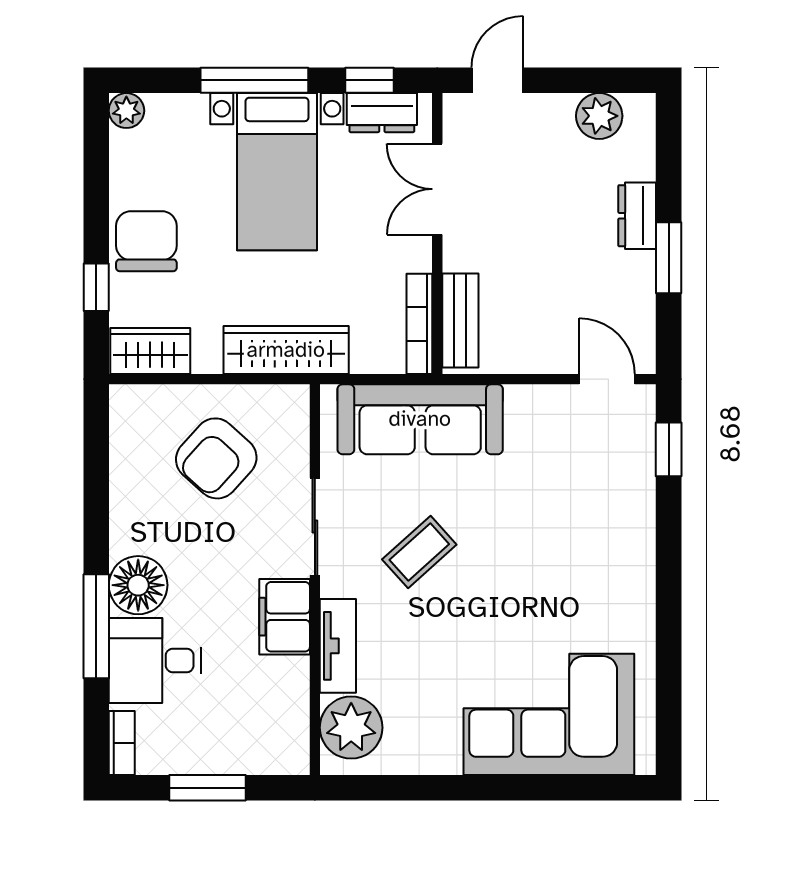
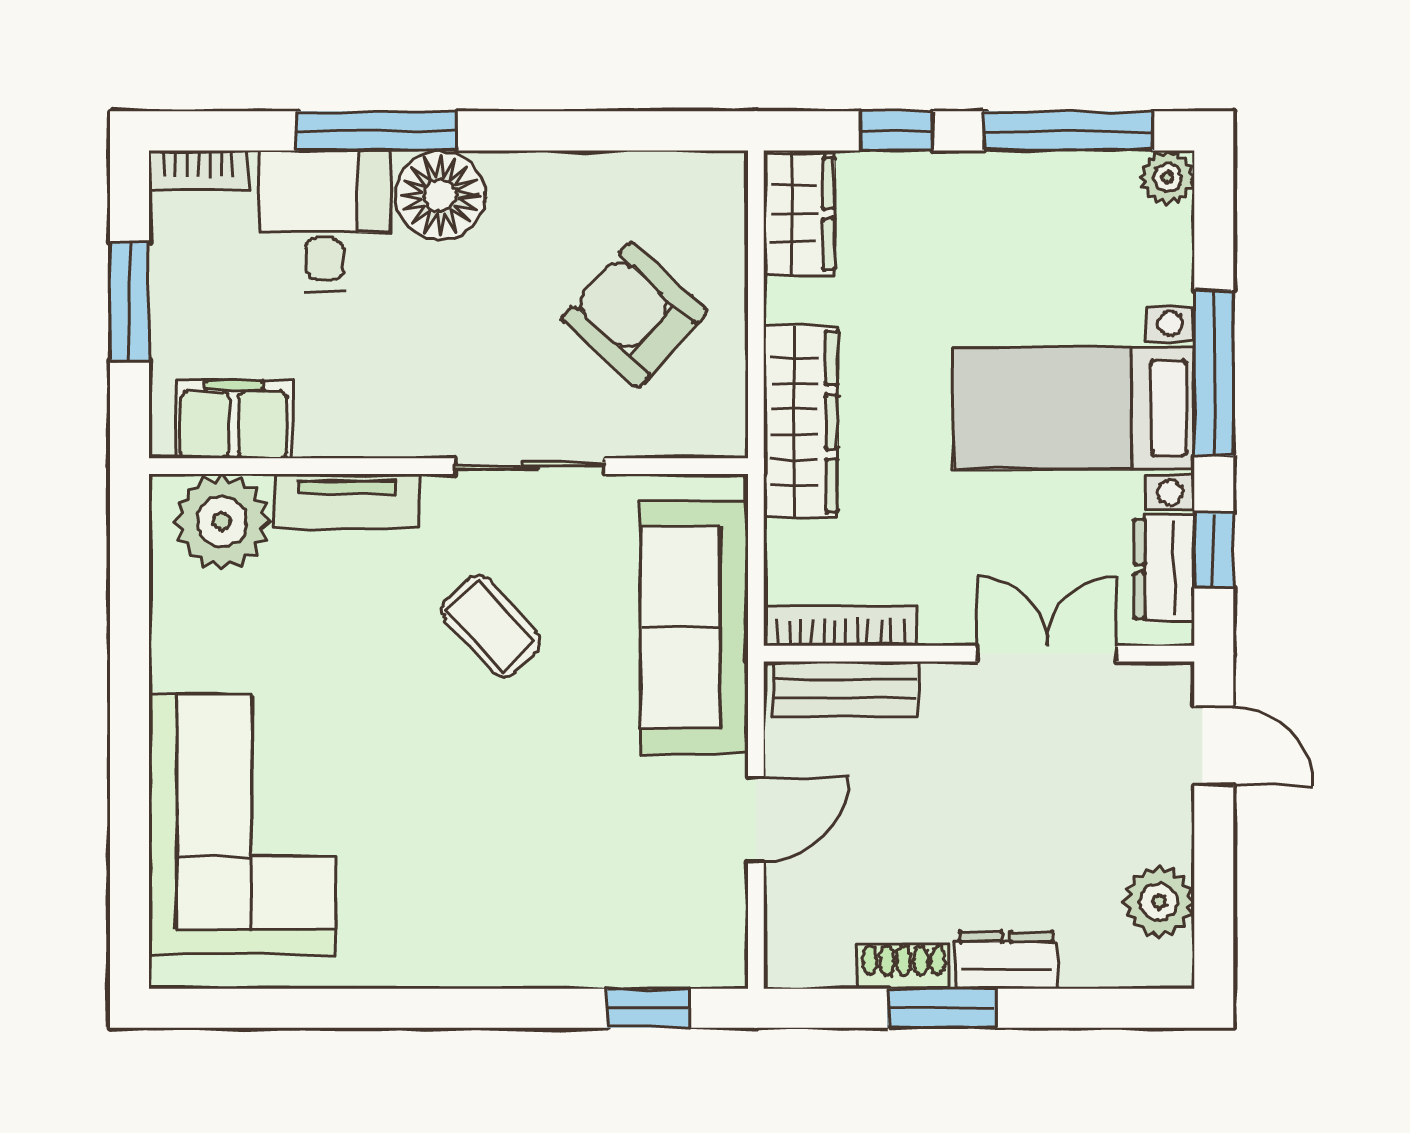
window: (96, 175) -> (1068, 131), added
chair: (146, 241) -> (967, 208), removed
shoe rack: (641, 283) -> (904, 966), added
door: (607, 379) -> (756, 819), moved
filing cabinet: (285, 617) -> (234, 420), moved

